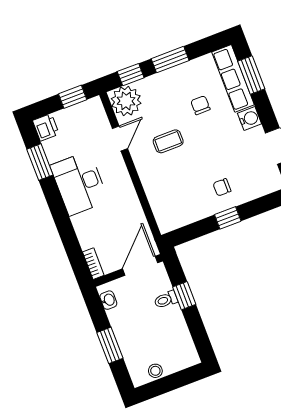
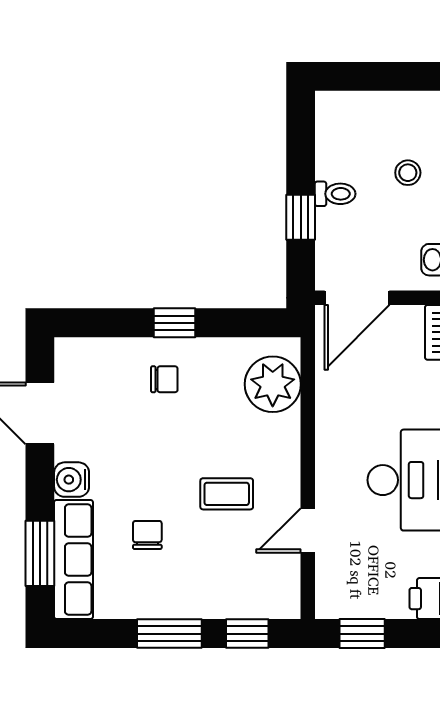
plant: (126, 101) -> (273, 384), moved
chair: (200, 105) -> (147, 535), turned 180
toilet: (166, 300) -> (335, 194), moved
stool: (155, 371) -> (408, 173), moved

